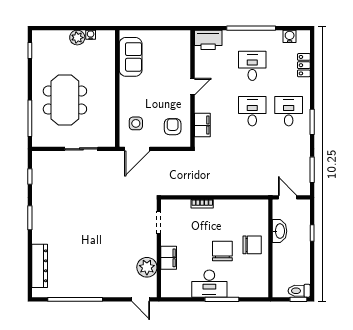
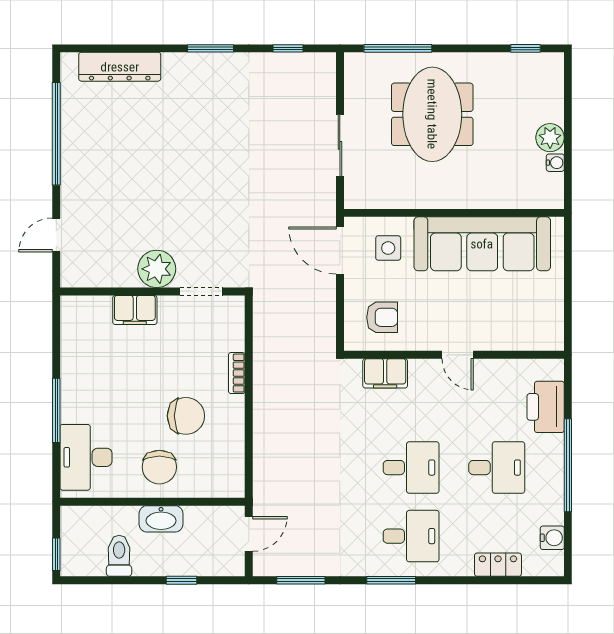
printer: (208, 40) -> (546, 407), moved
sofa: (131, 57) -> (482, 244), width x1.85, depth x1.27
meeting table: (65, 100) -> (432, 114), turned 90
washbasin: (280, 231) -> (161, 519), moved
chair: (222, 251) -> (186, 416), moved
plant: (147, 267) -> (157, 269), moved
desk: (209, 284) -> (86, 457), moved
toilet: (299, 291) -> (119, 556), moved
door: (141, 299) -> (56, 235), moved

